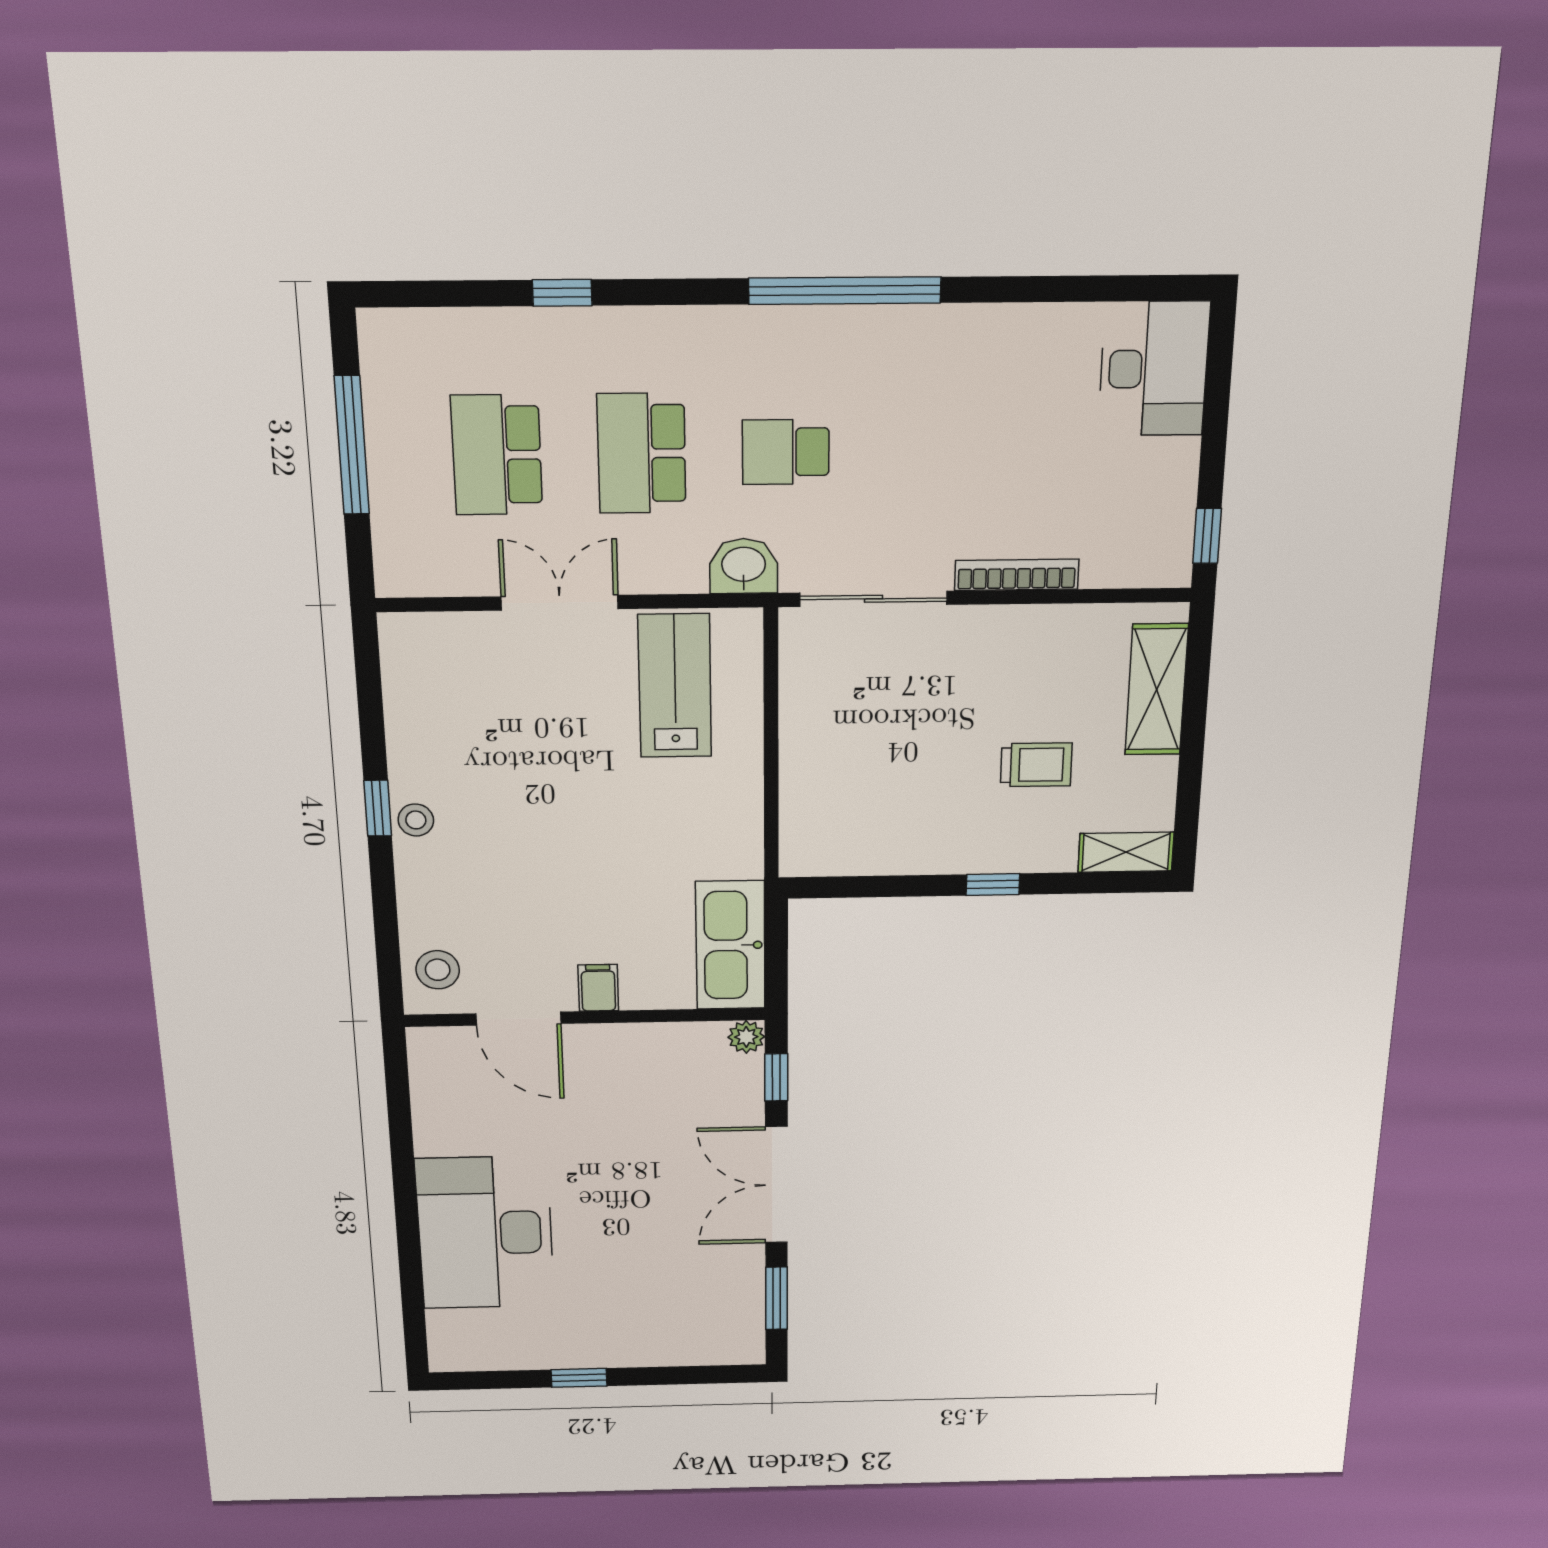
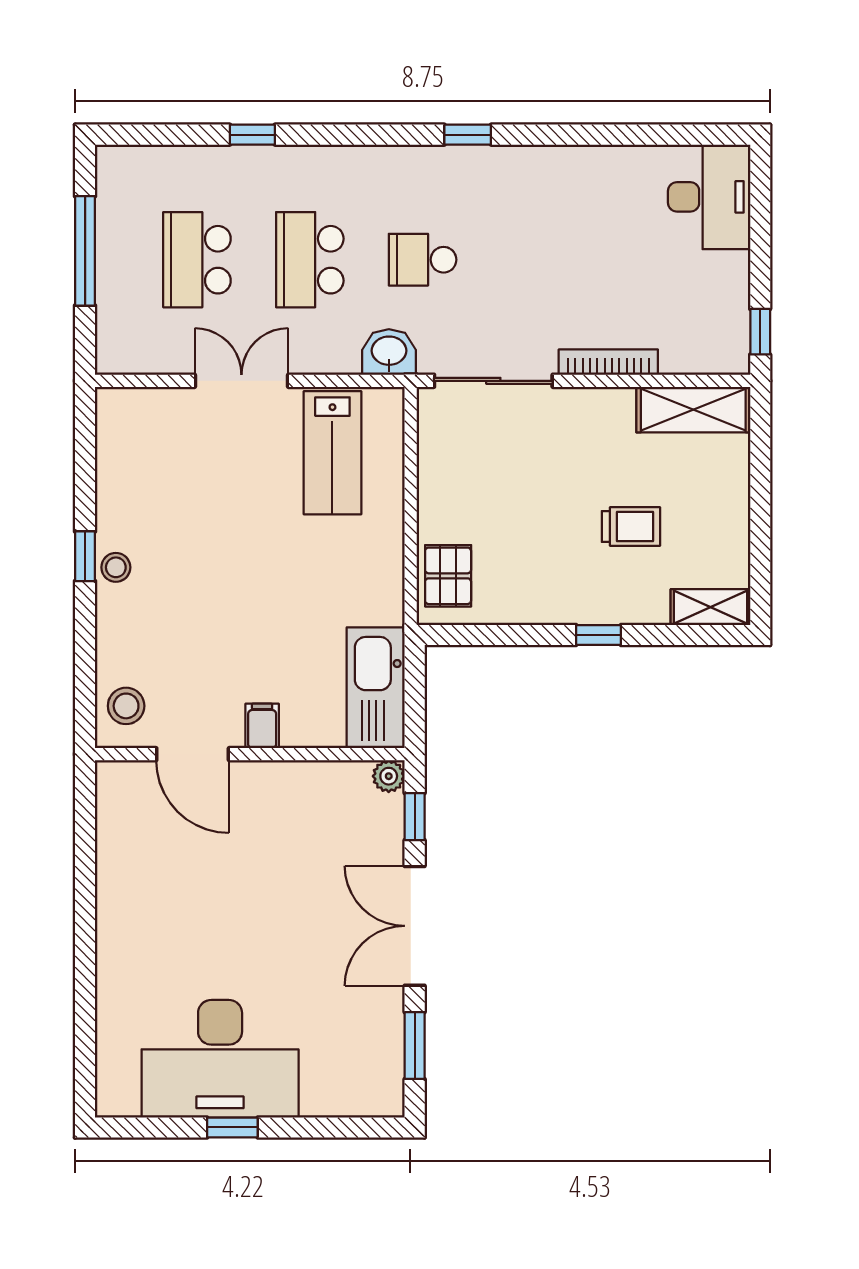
window: (845, 291) -> (468, 135), width x0.32
lab bench: (675, 686) -> (332, 453), turned 180
shelving: (1156, 690) -> (693, 410), moved, turned 90
pallet: (816, 823) -> (448, 576), added
desk: (485, 1233) -> (220, 1059), moved, turned -90

